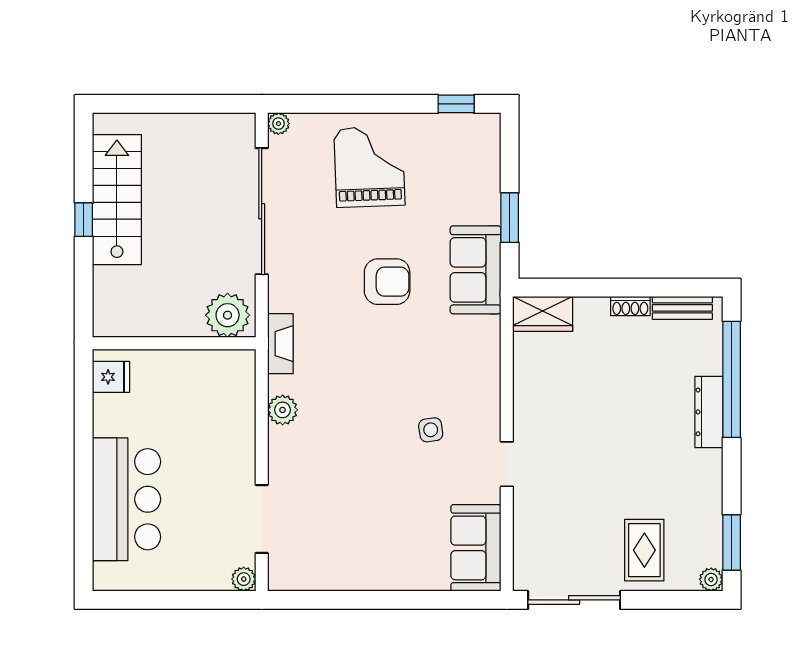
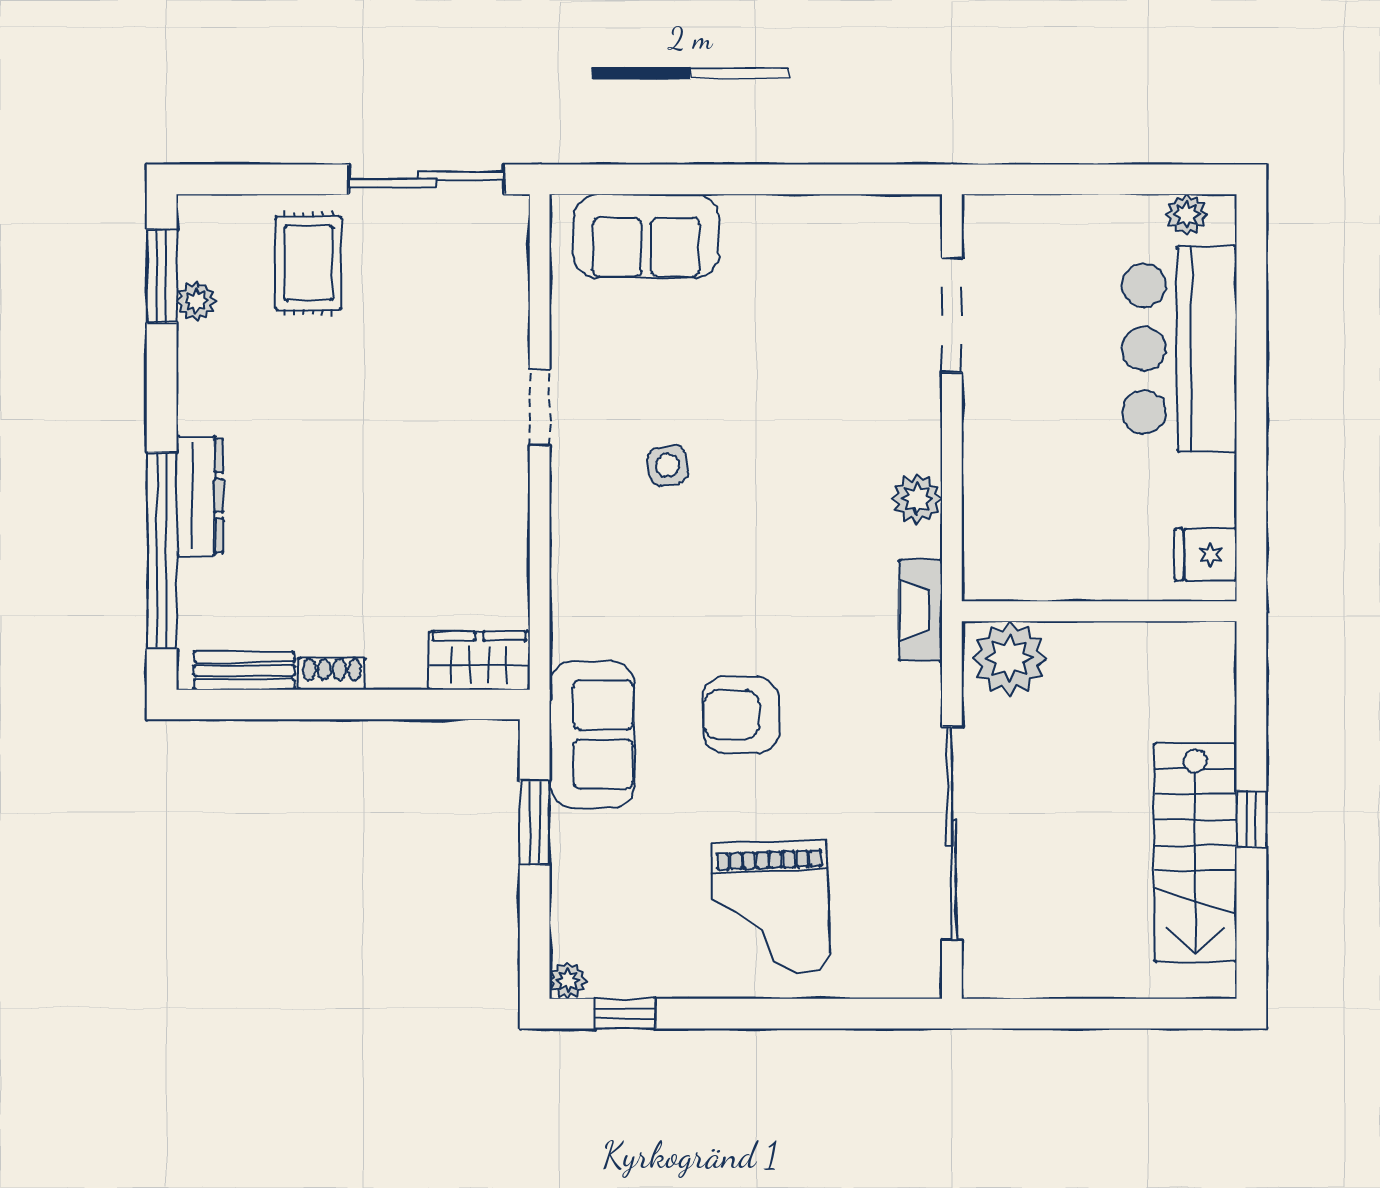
plant: (278, 124) -> (568, 981), moved
sofa: (476, 548) -> (646, 236), moved, turned 90
plant: (244, 579) -> (1187, 214), moved
plant: (711, 579) -> (196, 301), moved

